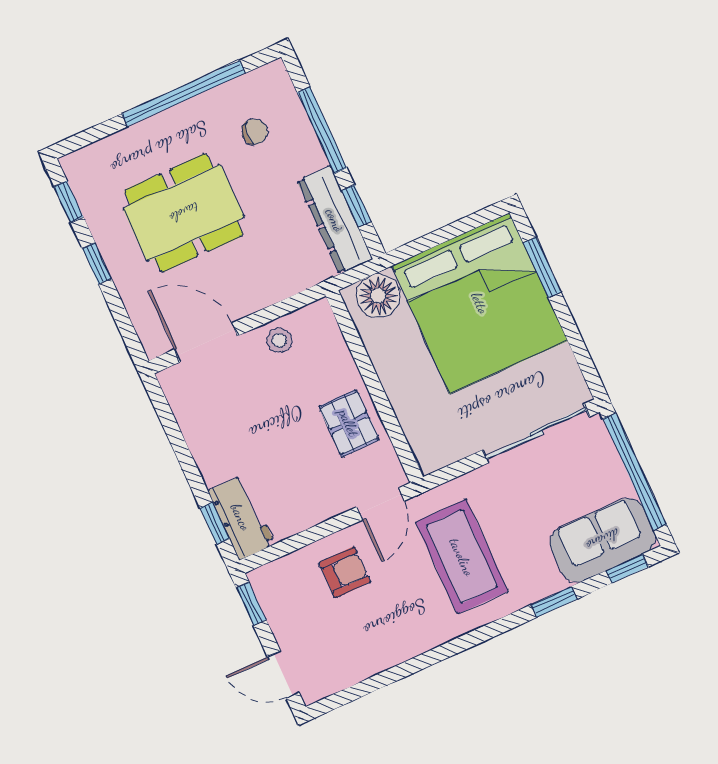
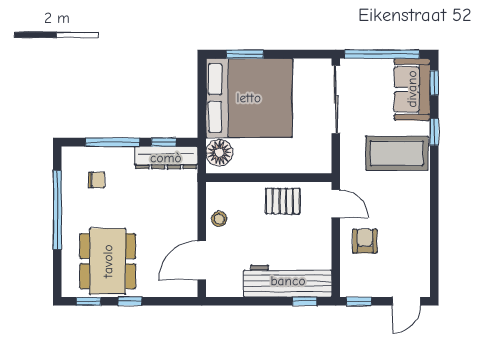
chair: (255, 132) -> (97, 180), turned 83
dining table: (184, 213) -> (108, 261), moved
workbench: (241, 517) -> (288, 281), width x1.88, depth x1.32
coffee table: (462, 557) -> (397, 153), moved

